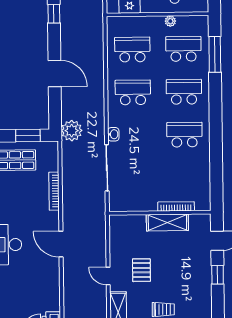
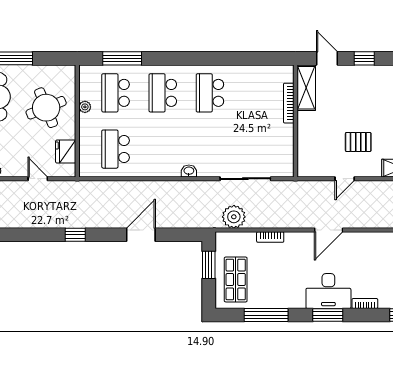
school desk: (133, 92) -> (163, 149), removed
plant: (72, 131) -> (234, 217), moved
washbasin: (113, 134) -> (189, 171), moved
bookcase: (54, 191) -> (270, 237), width x0.64
shelving: (167, 222) -> (306, 88), moved
door: (108, 276) -> (345, 179), moved

